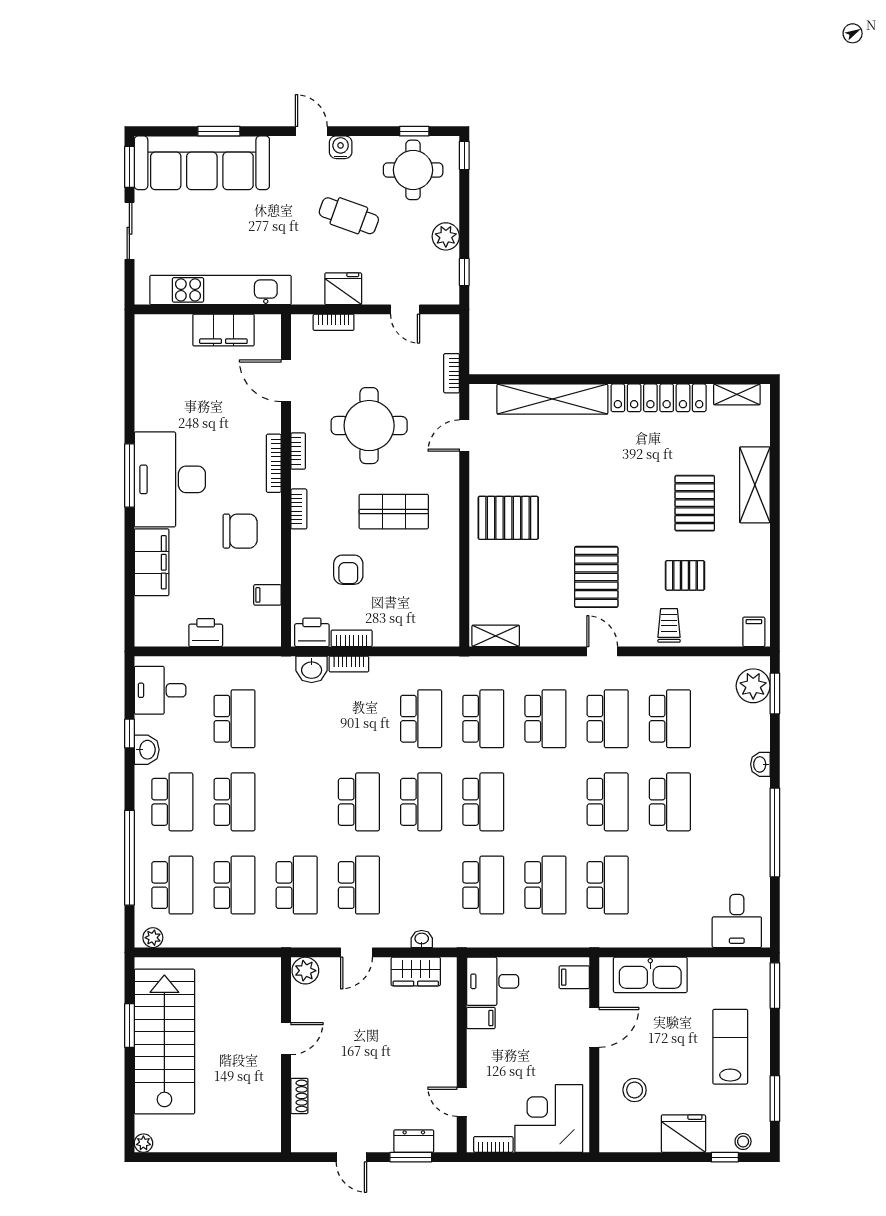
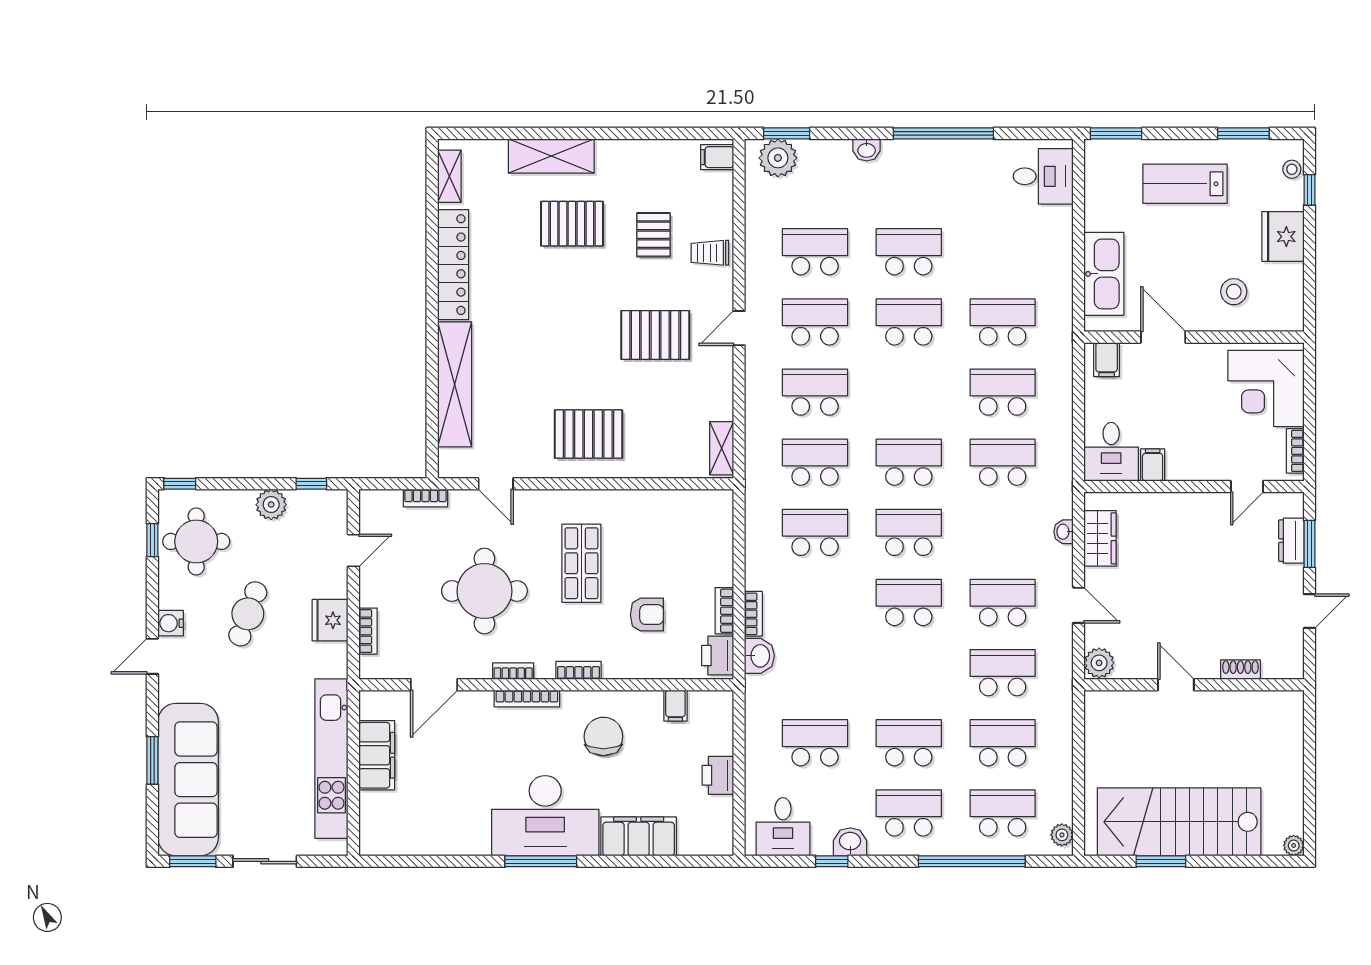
pallet: (508, 518) -> (589, 434), turned 90

